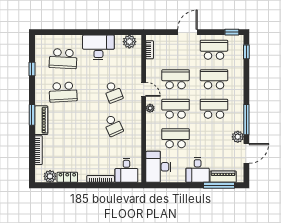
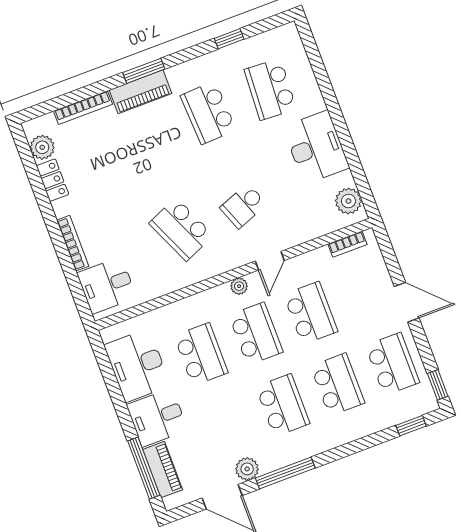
school desk: (113, 125) -> (181, 229), width x1.85
desk: (158, 167) -> (137, 365), moved, turned -90

